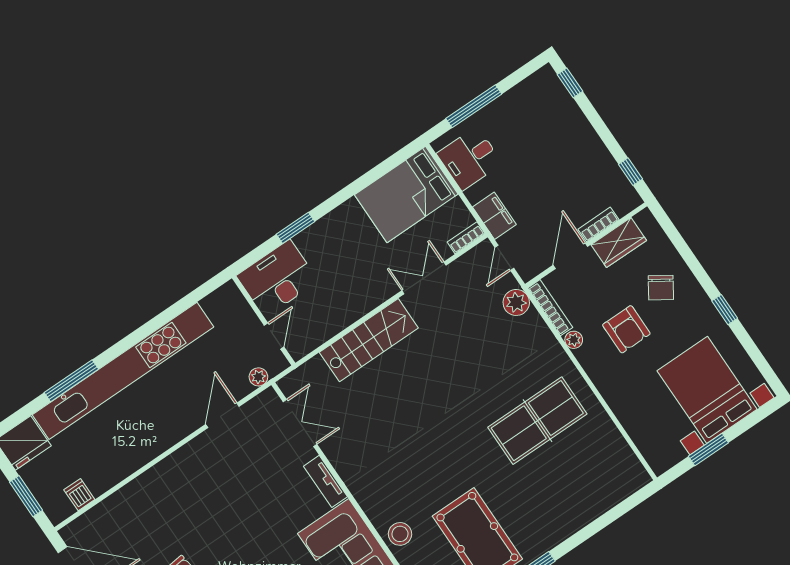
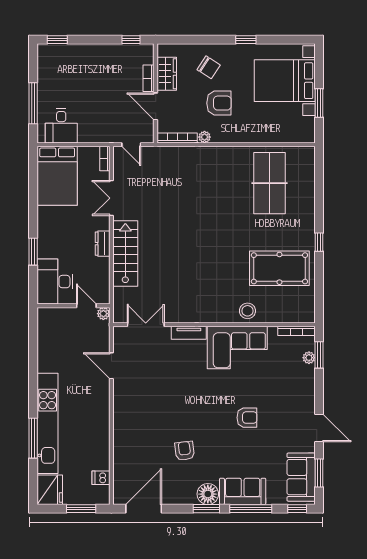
filing cabinet: (494, 216) -> (103, 134), removed
plant: (516, 302) -> (161, 155), removed
dresser: (362, 305) -> (103, 244), added
kitchen unit: (123, 371) -> (48, 423), width x0.73
plant: (258, 377) -> (103, 314), moved
table tennis table: (537, 421) -> (270, 183), moved

